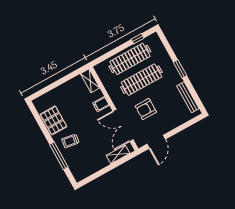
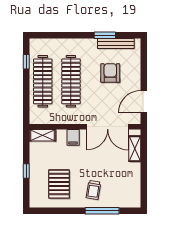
window: (180, 69) -> (105, 35), moved
window: (57, 84) -> (26, 171), added
armchair: (146, 109) -> (110, 73), moved, turned 180
pallet: (54, 120) -> (59, 184), moved, turned 90
door: (156, 142) -> (144, 102), swing flipped

